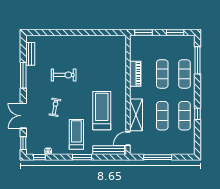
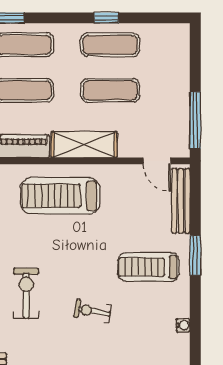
treadmill: (102, 111) -> (60, 196), moved
shelving: (136, 115) -> (84, 145), moved
window: (39, 157) -> (195, 343), removed
window: (158, 157) -> (195, 120), moved

